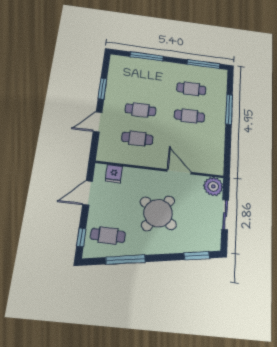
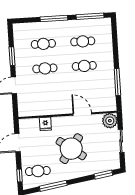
window: (147, 56) -> (54, 18), moved
window: (229, 109) -> (117, 82), moved
cafe table: (137, 138) -> (43, 44), moved
fridge: (114, 174) -> (45, 124), moved

